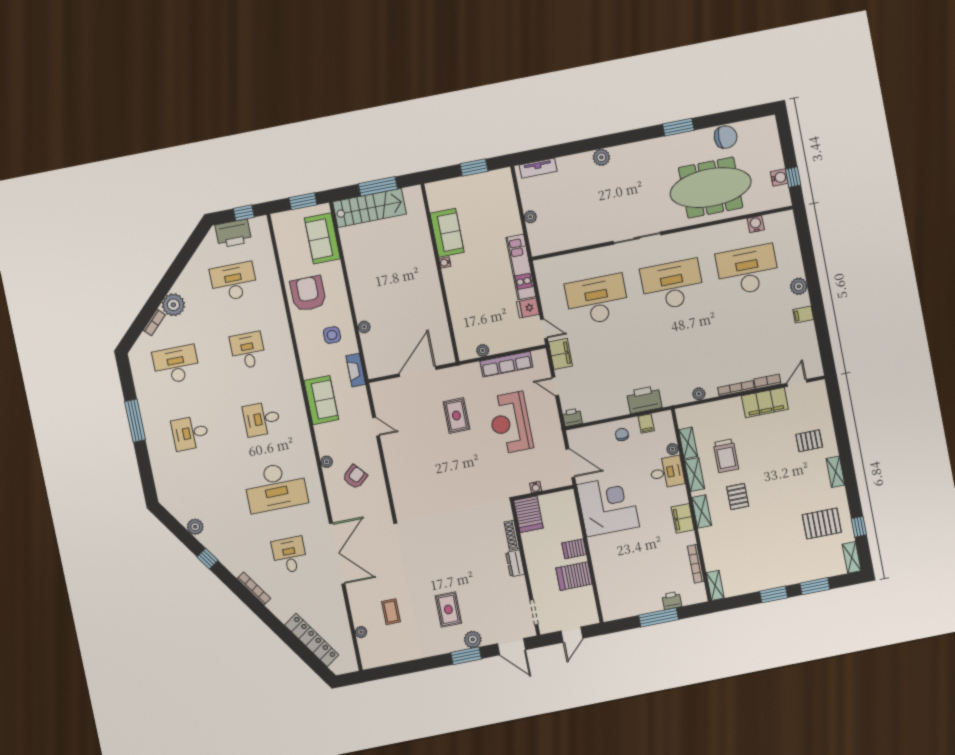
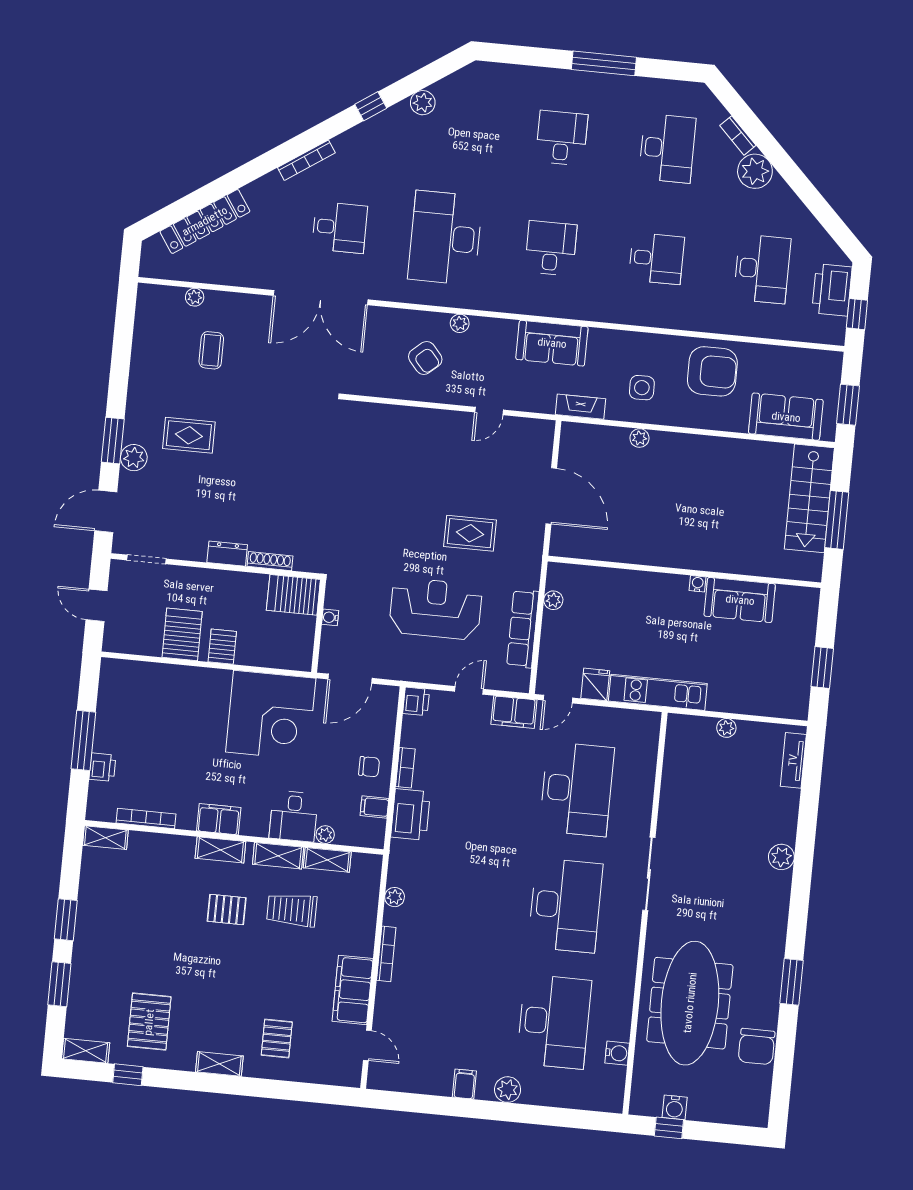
bookcase: (767, 382) -> (405, 768), moved
coffee table: (391, 612) -> (211, 350), turned 90

